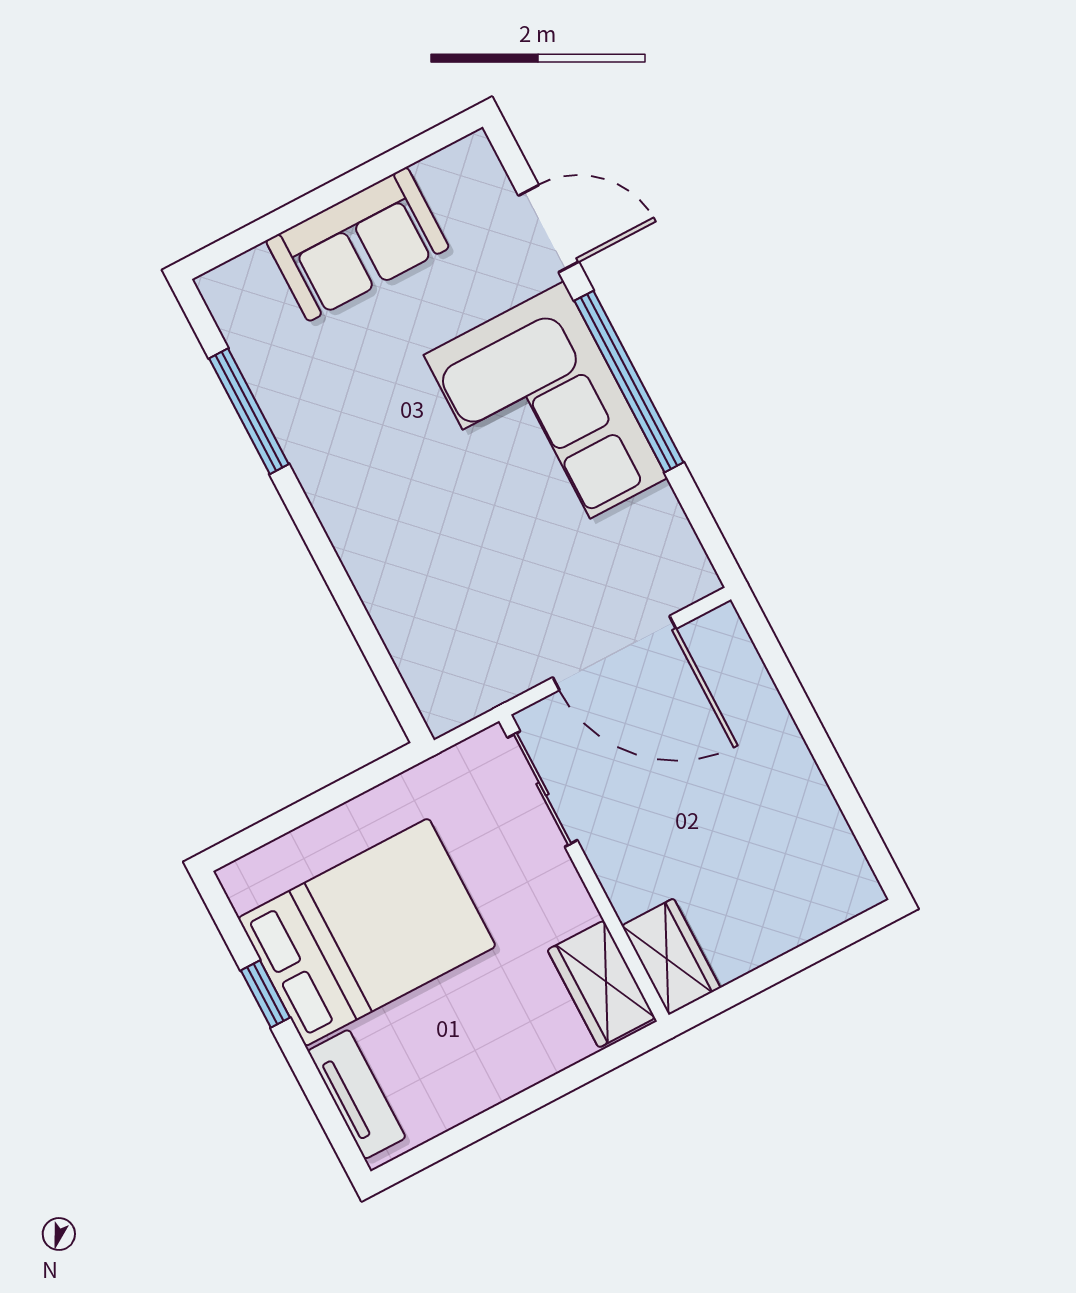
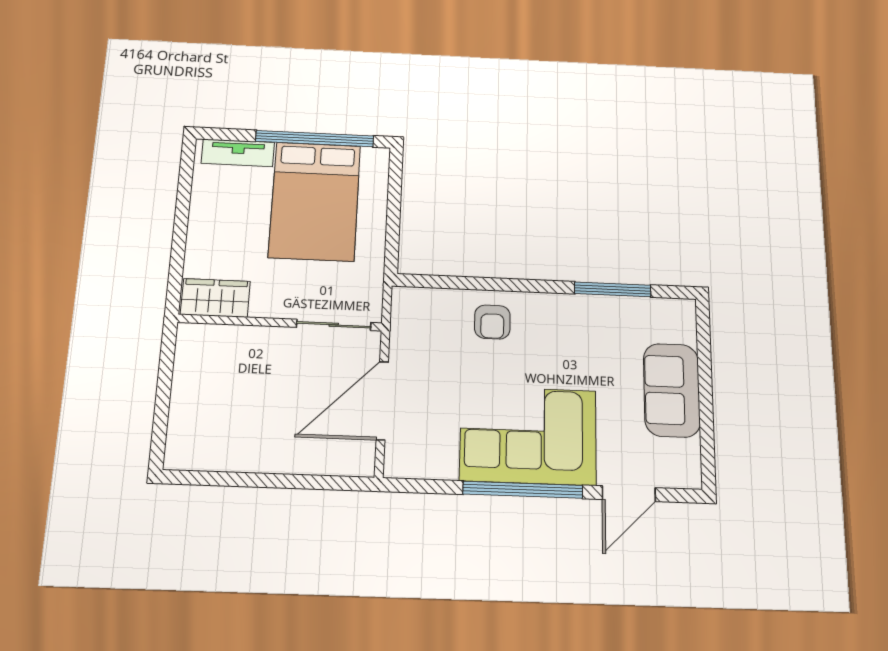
armchair: (404, 561) -> (492, 322), added
wardrobe: (671, 957) -> (206, 340), removed
window: (265, 994) -> (315, 139), width x3.17

